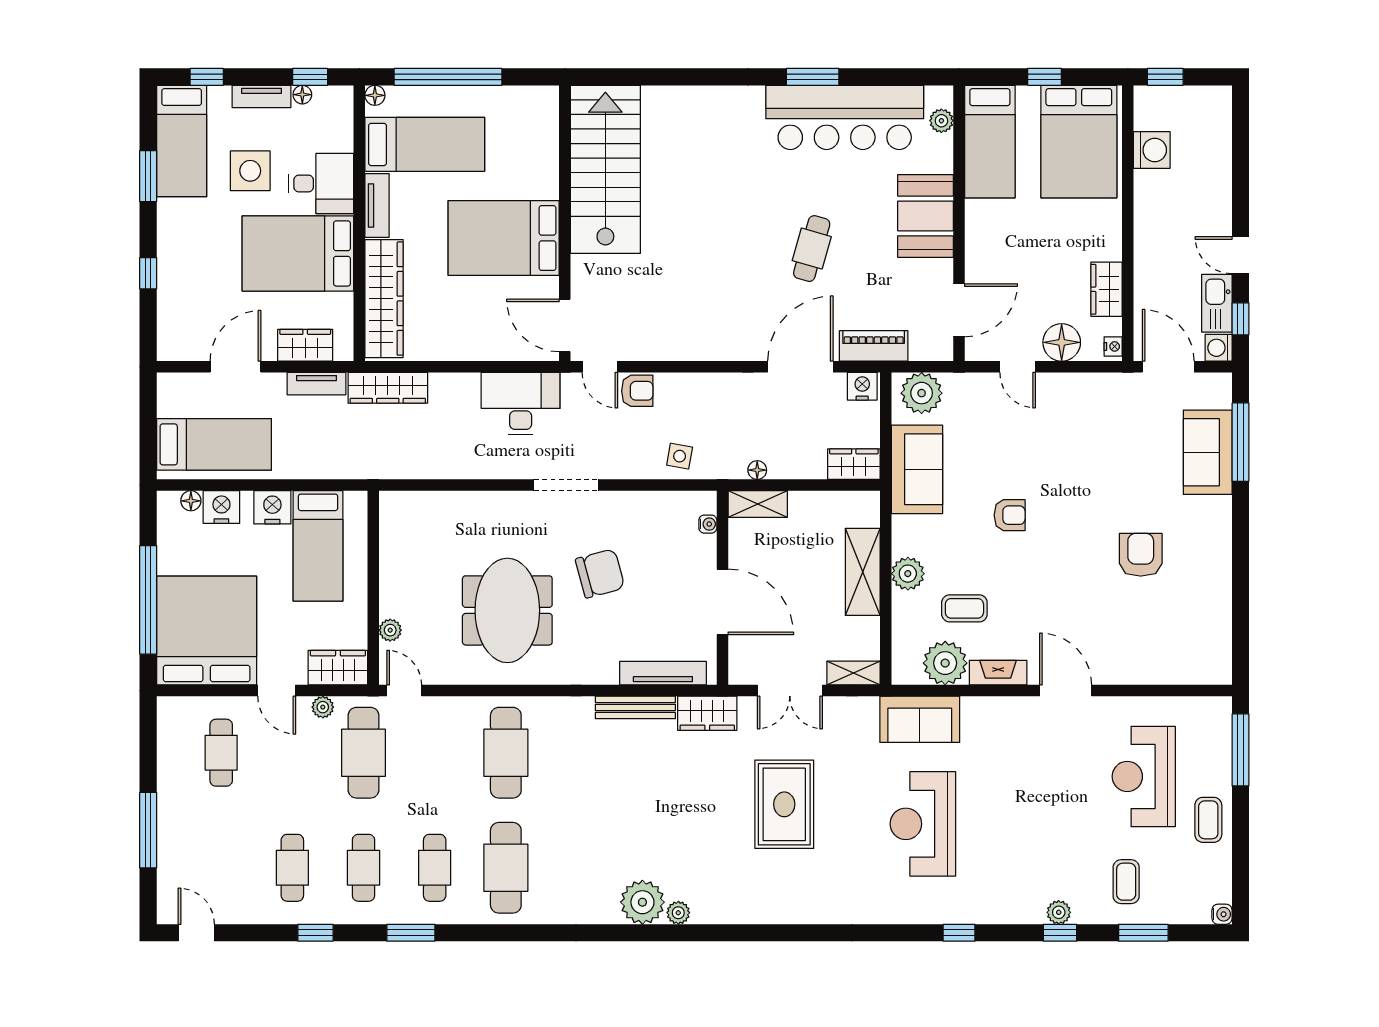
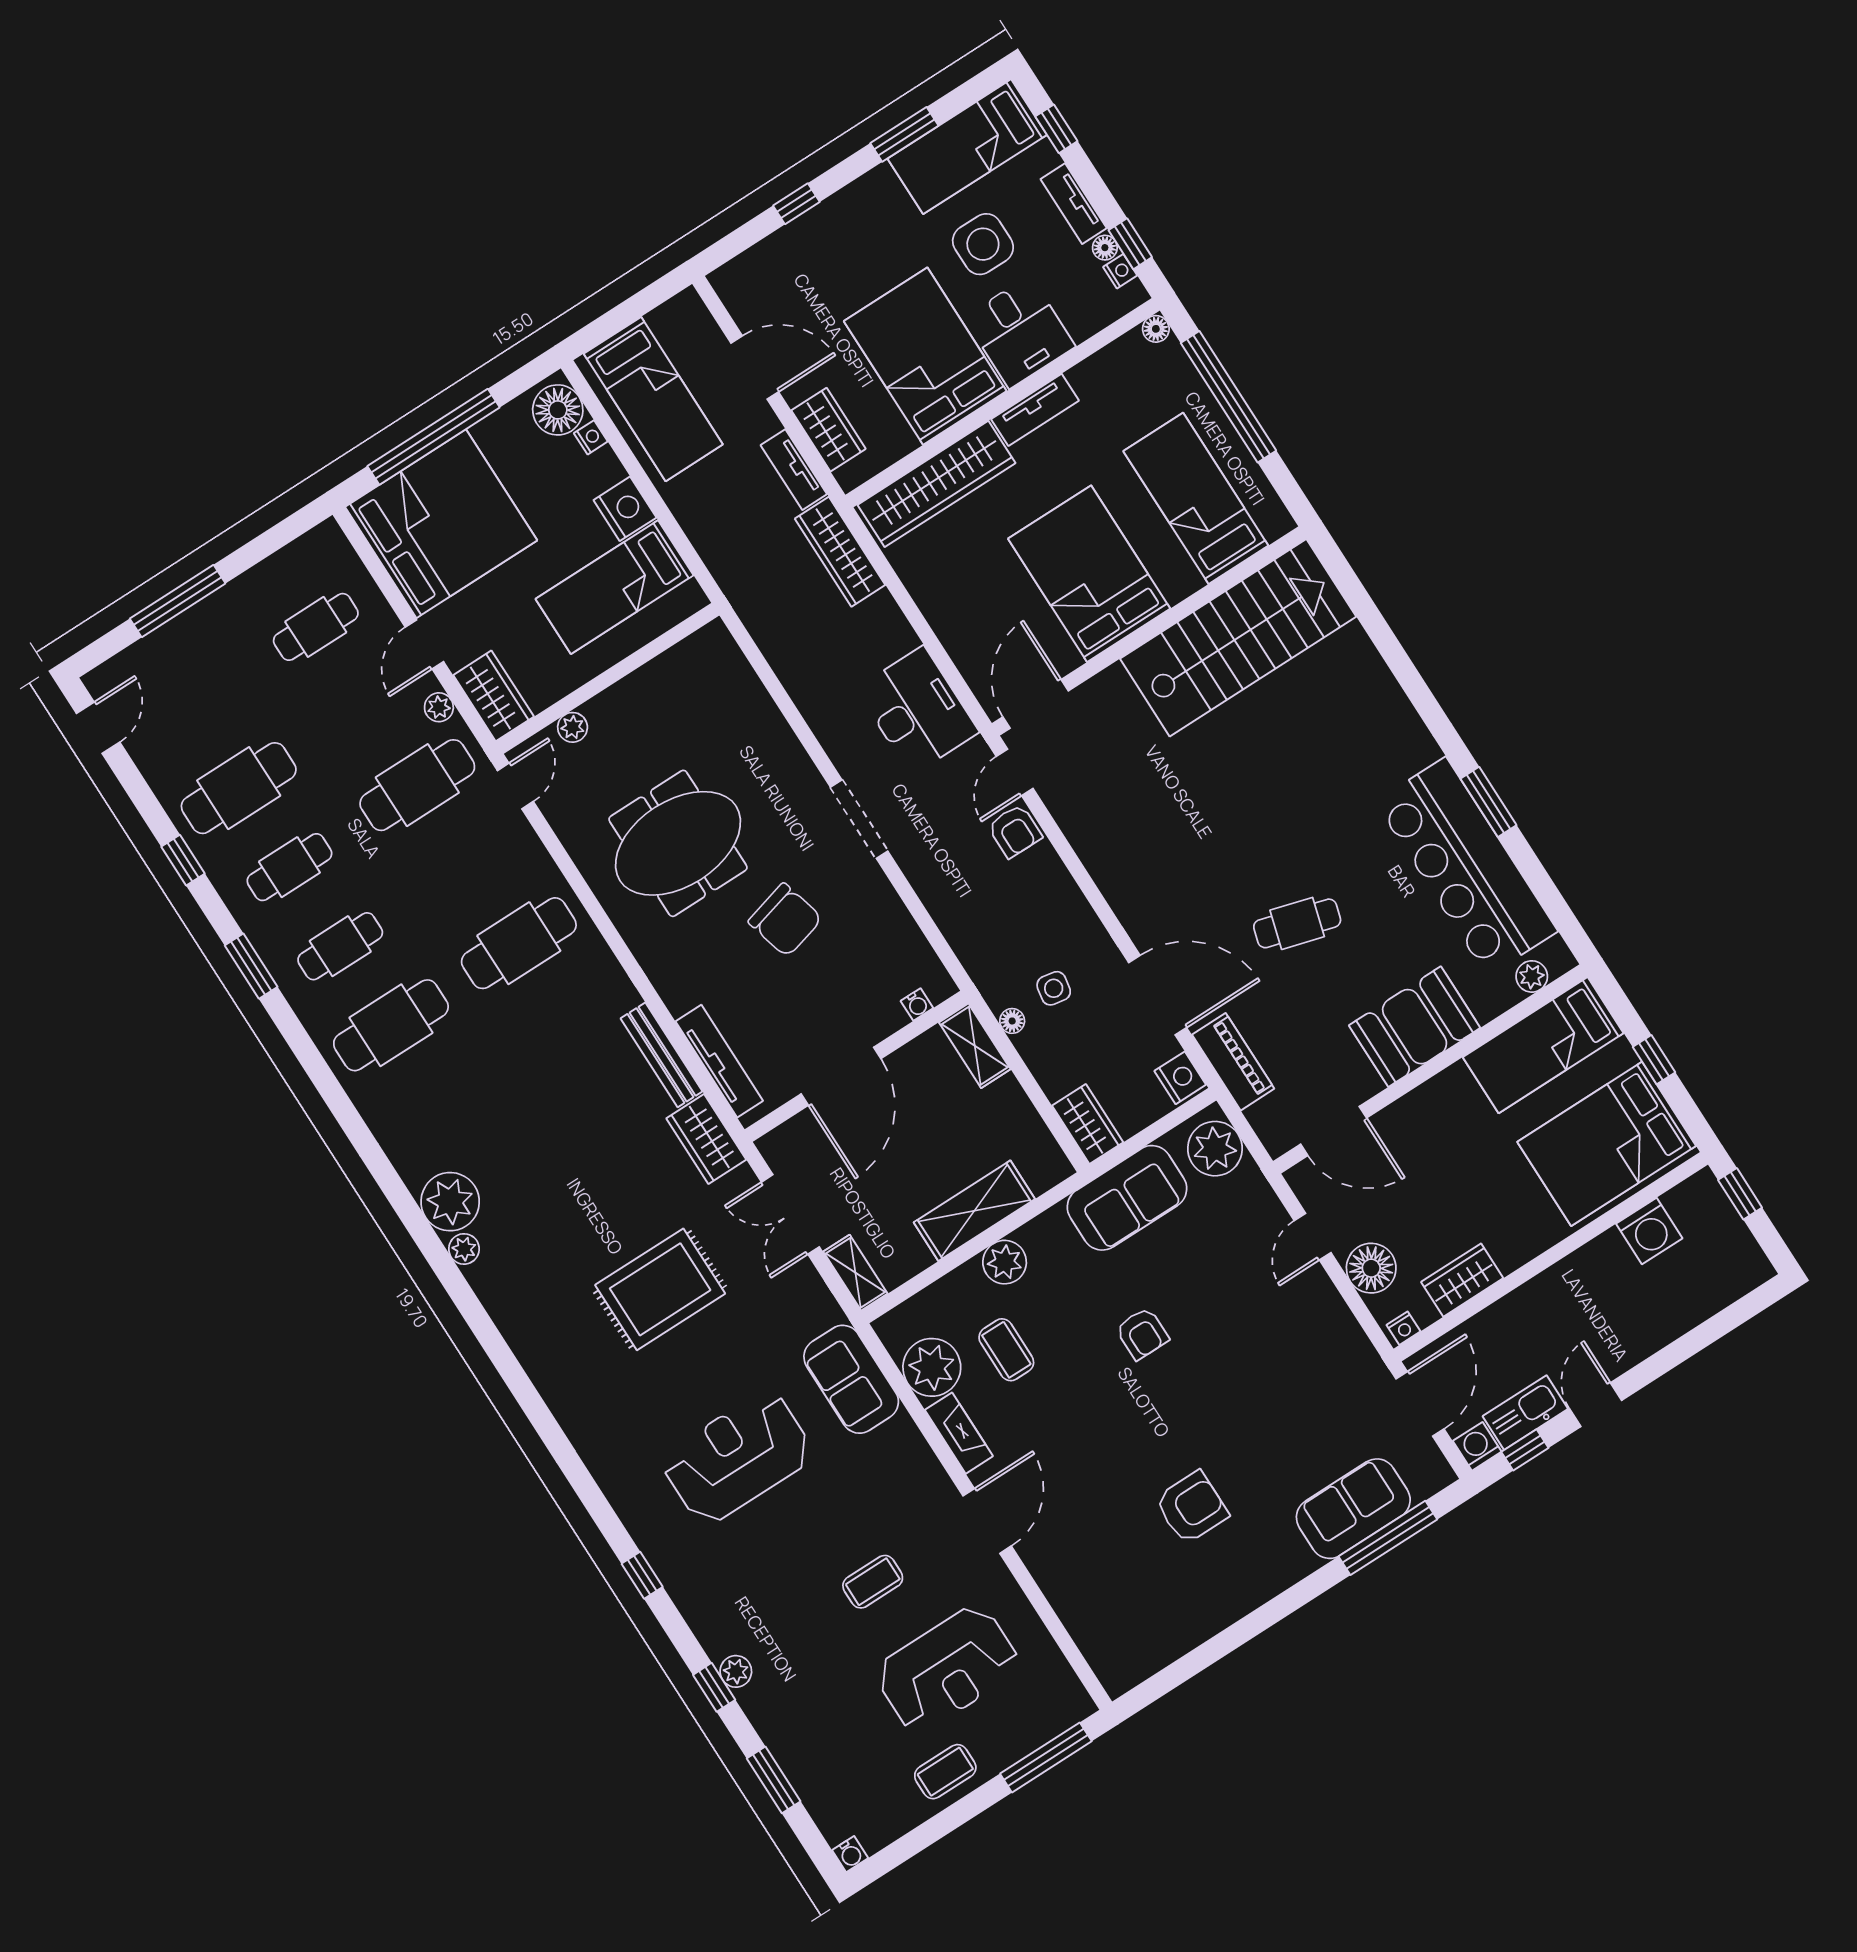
nightstand: (324, 95) -> (1120, 271), added
bed: (425, 144) -> (1196, 498), moved, turned 180
side table: (680, 456) -> (1054, 988), moved
floor lamp: (191, 501) -> (558, 410), width x1.89, depth x1.89
nightstand: (221, 507) -> (591, 437), width x0.53, depth x0.56
reception desk: (1144, 776) -> (947, 1669), turned 180
cafe table: (292, 868) -> (239, 788), width x1.37, depth x1.35
coffee table: (1126, 882) -> (873, 1582), moved

